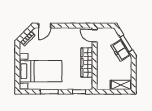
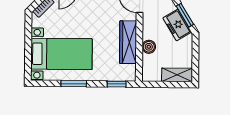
boiler: (101, 66) -> (149, 47), added

